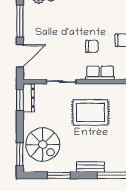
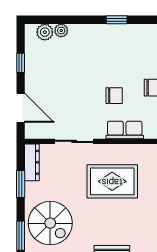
window: (20, 21) -> (21, 63), width x0.46
door: (20, 56) -> (21, 108), hinge flipped
window: (20, 100) -> (21, 184), moved

